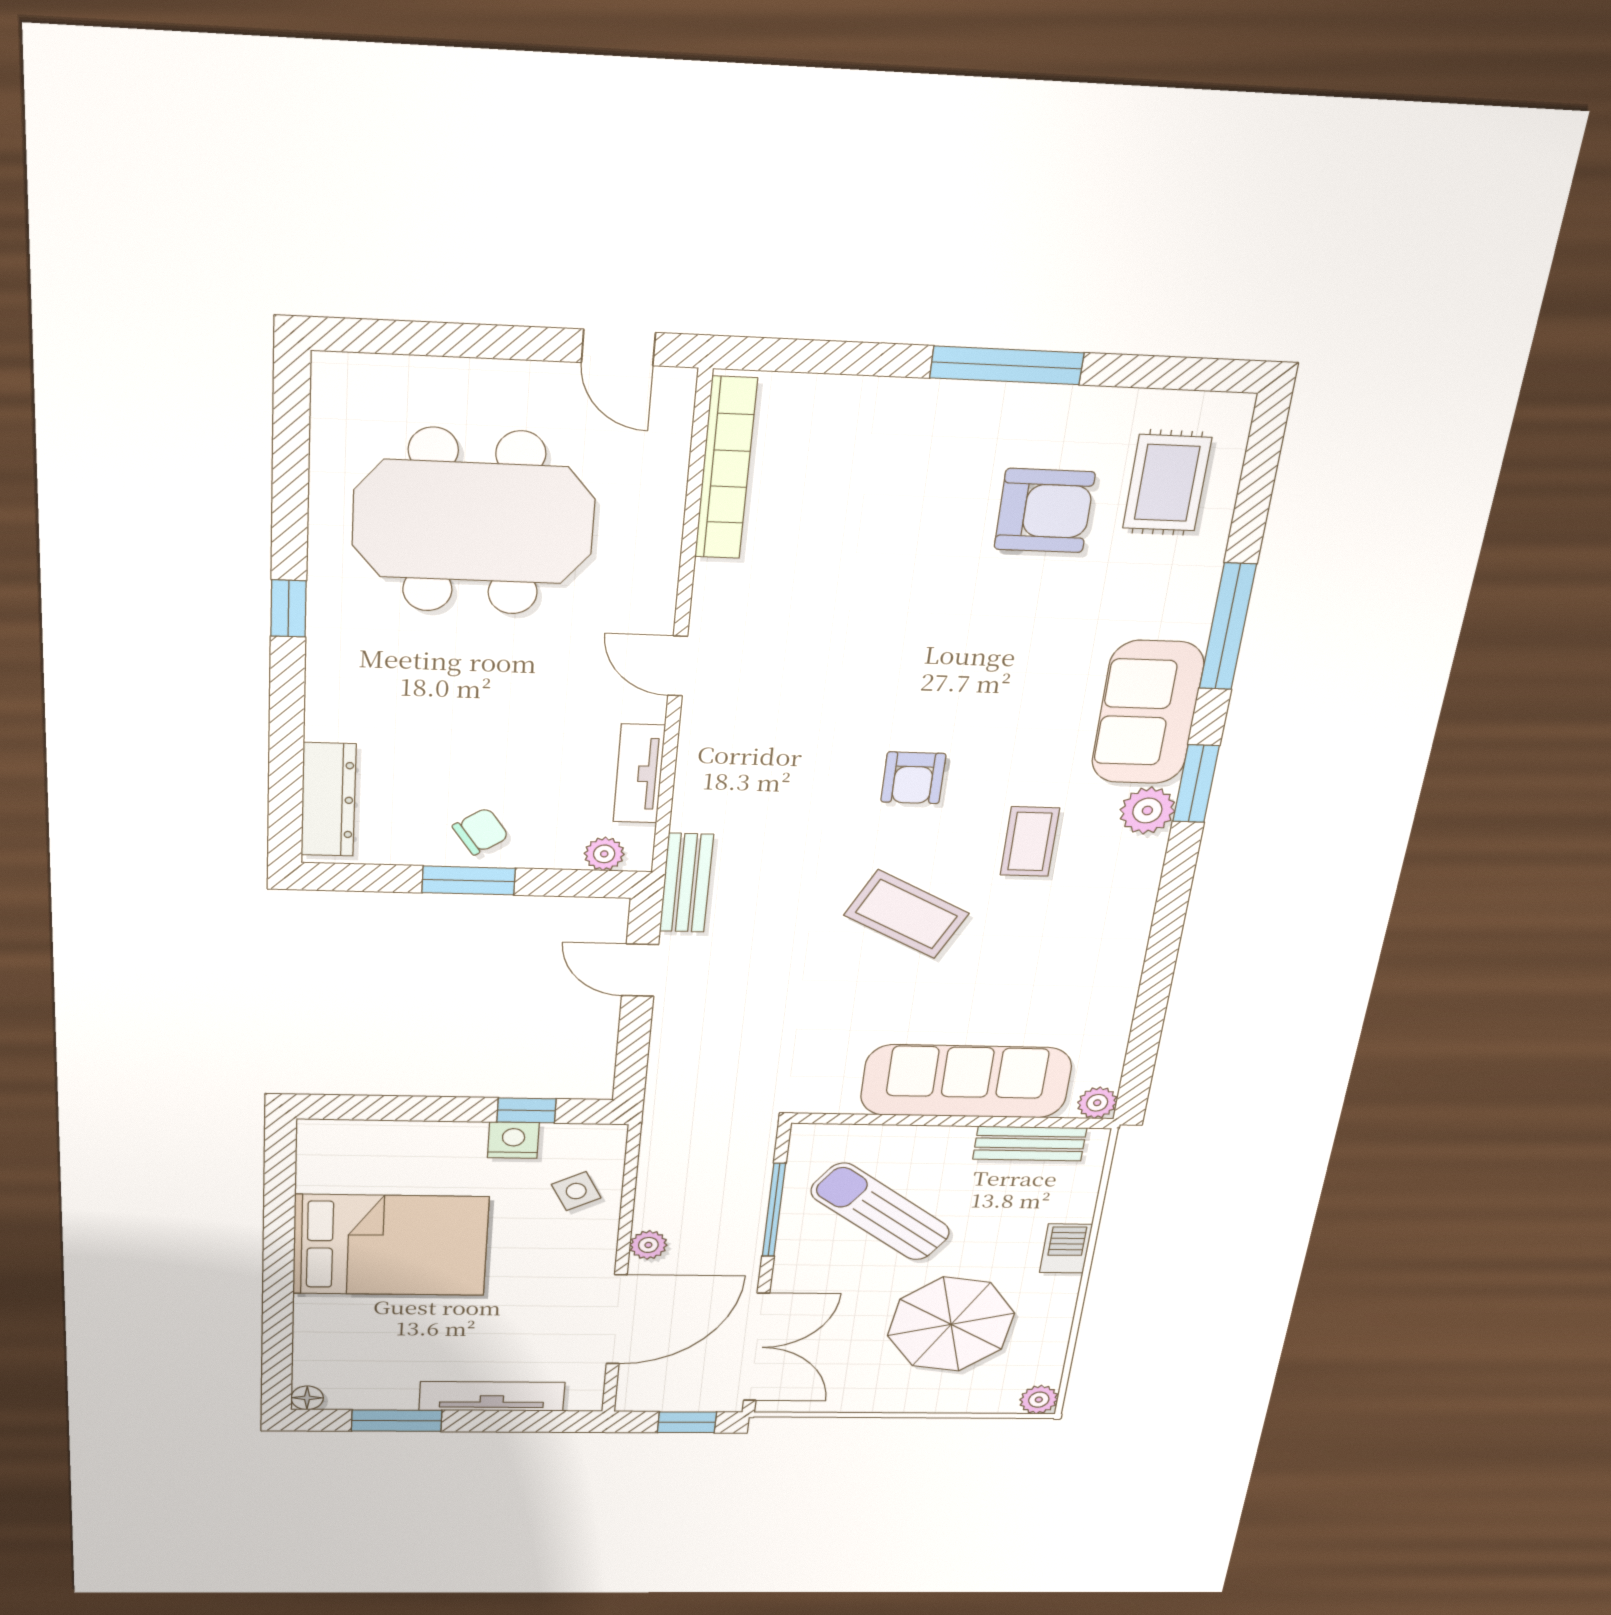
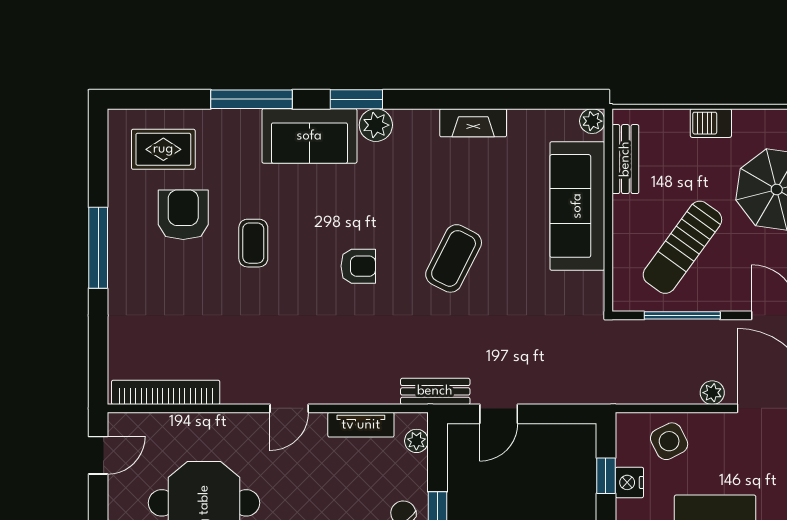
coffee table: (1030, 842) -> (253, 243), moved, turned 90
fireplace: (1125, 947) -> (473, 123), added
side table: (576, 1191) -> (669, 441), width x1.37, depth x1.37

